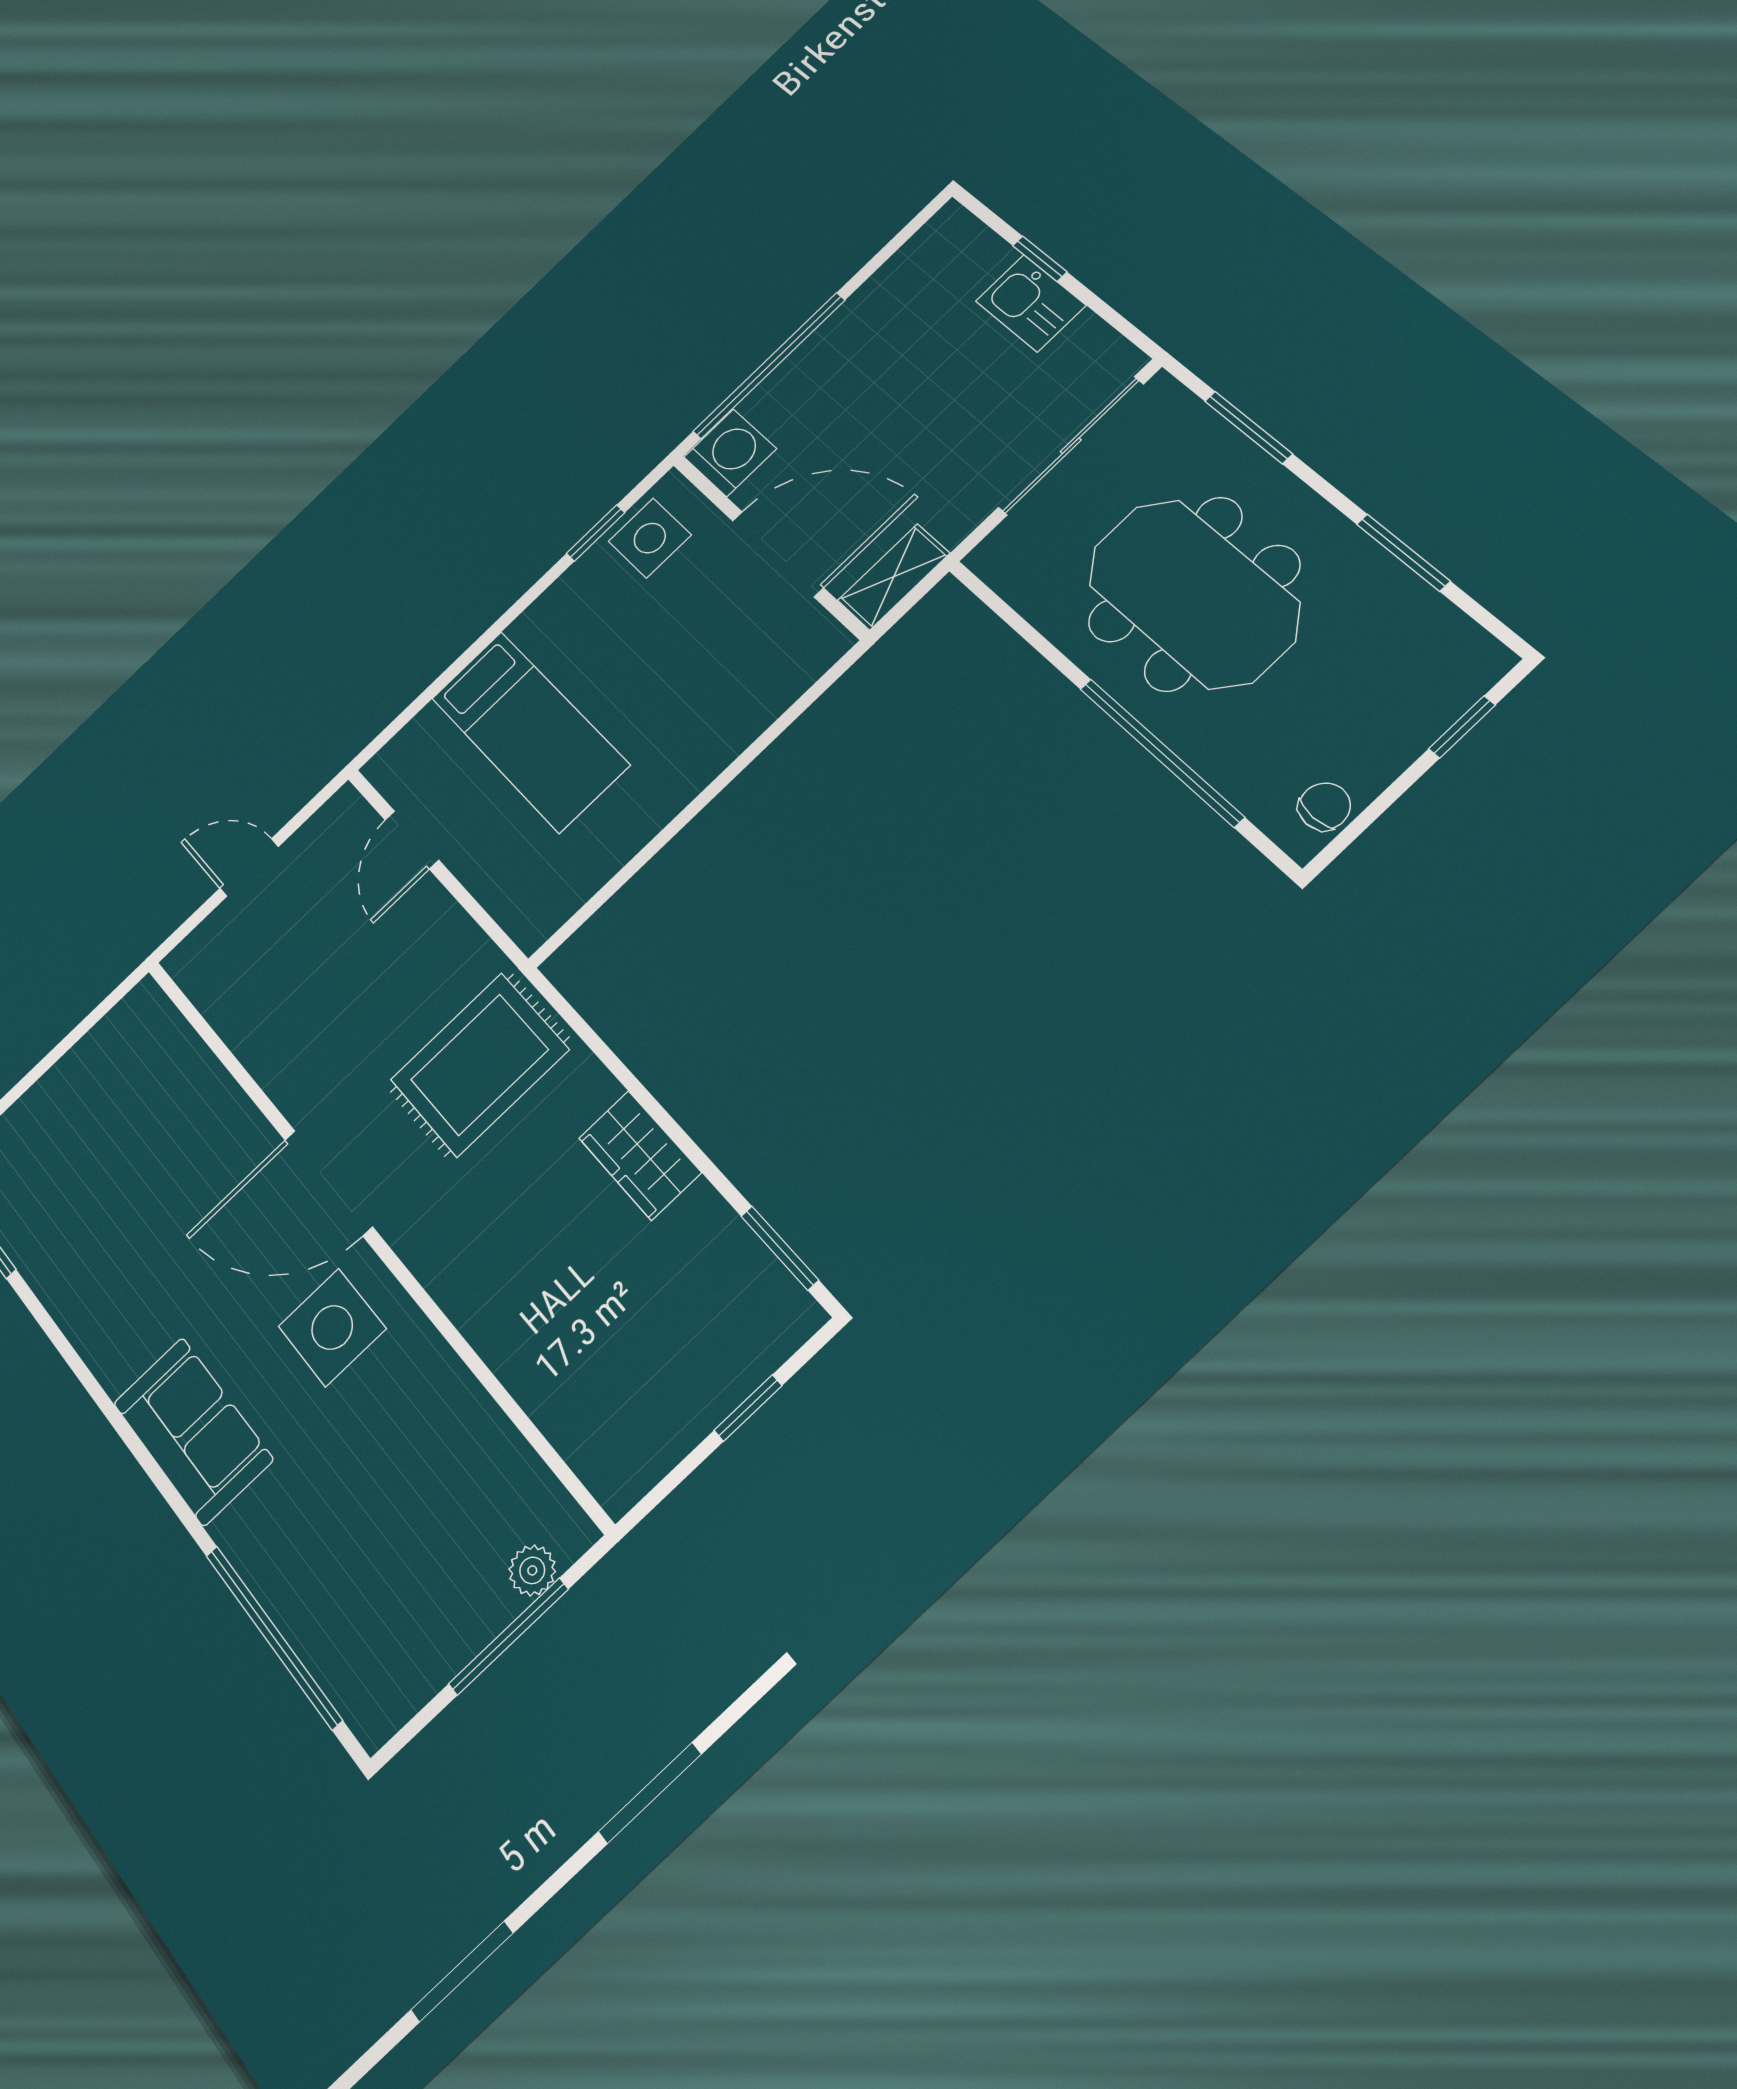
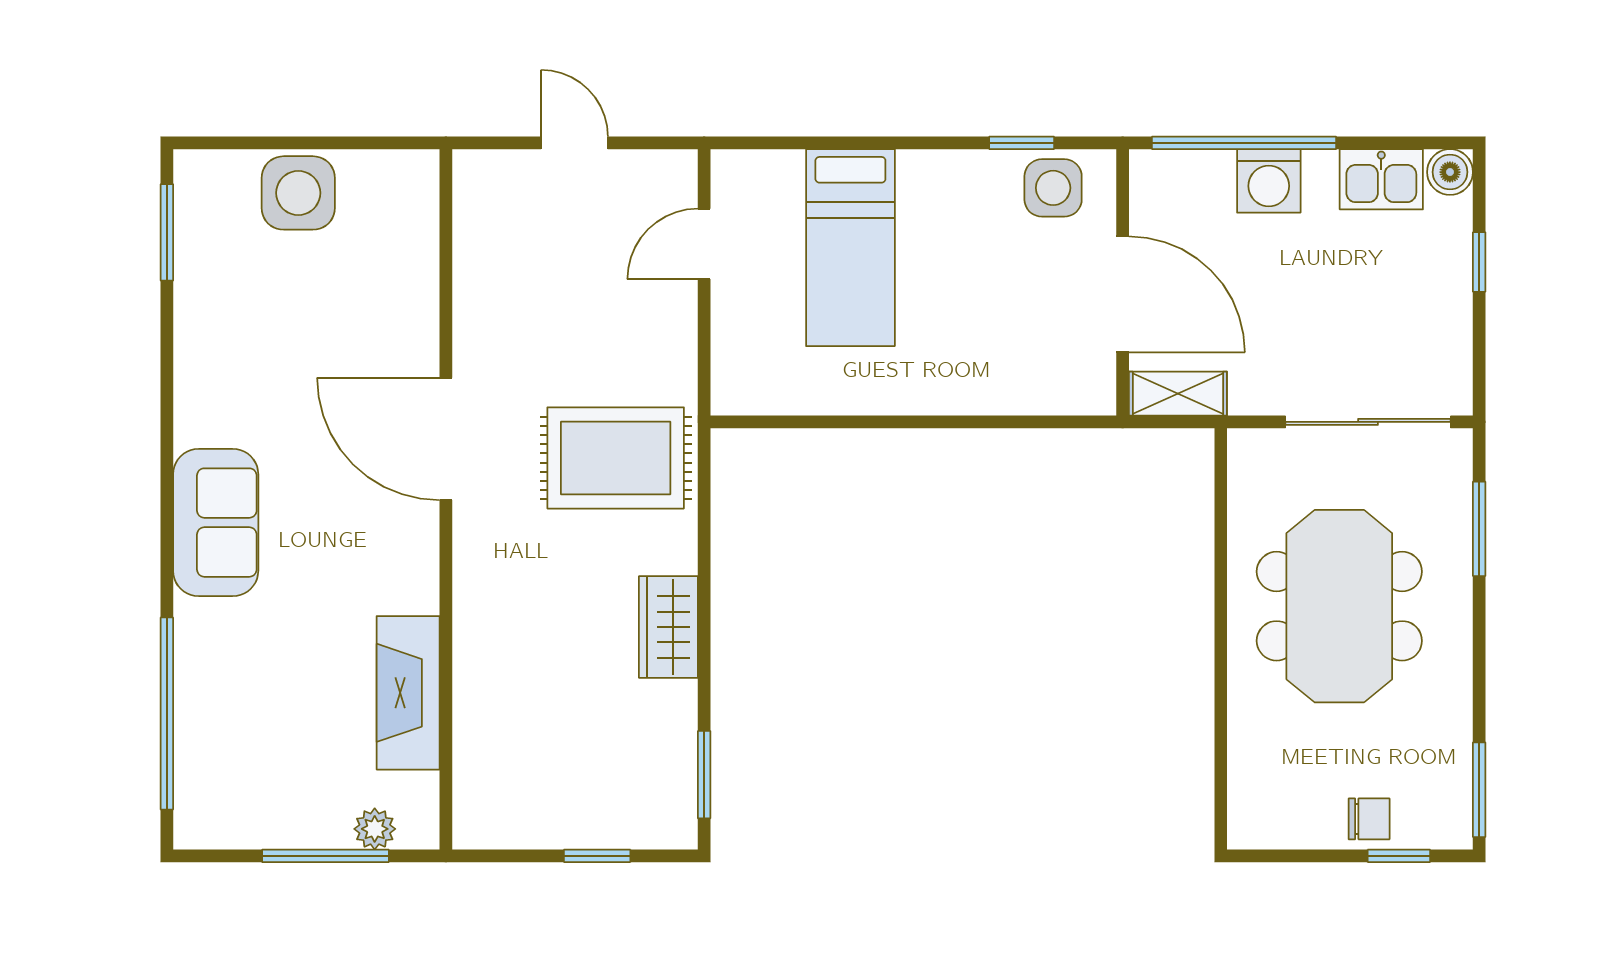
boiler: (951, 227) -> (1450, 172), added
kitchen sink: (1031, 303) -> (1381, 179), moved, turned -90
washing machine: (730, 453) -> (1269, 181), moved, turned 90
window: (1403, 552) -> (1479, 790), moved
window: (1161, 752) -> (1221, 691), removed
chair: (1324, 806) -> (1369, 819), moved
side table: (332, 1328) -> (298, 193), moved
fireplace: (465, 1422) -> (408, 693), added

